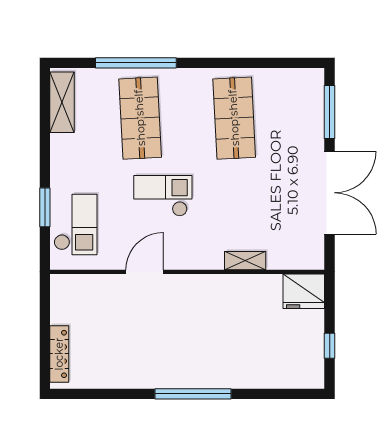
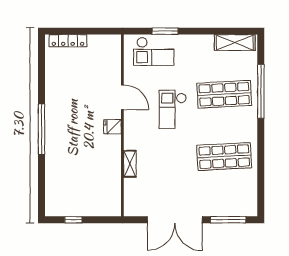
checkout: (163, 196) -> (173, 109), turned 180
fridge: (304, 291) -> (112, 127), moved, width x0.53, depth x0.75

